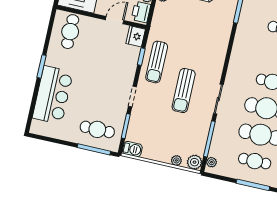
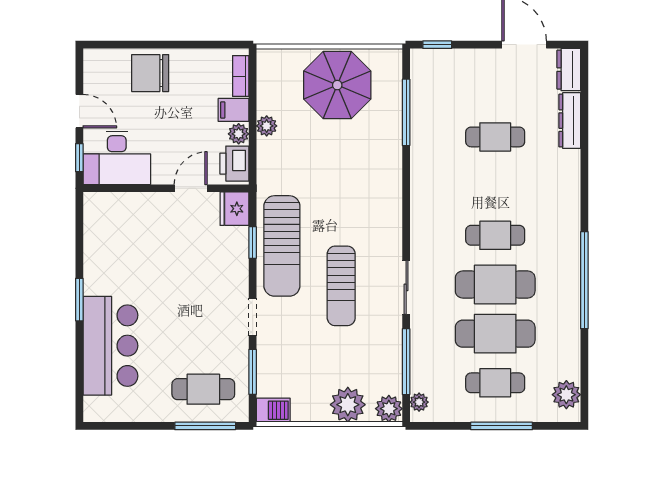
cafe table: (70, 32) -> (116, 226), removed
sun lounger: (157, 62) -> (282, 246), width x1.36, depth x1.34
plant: (176, 160) -> (348, 405), width x1.88, depth x1.88

